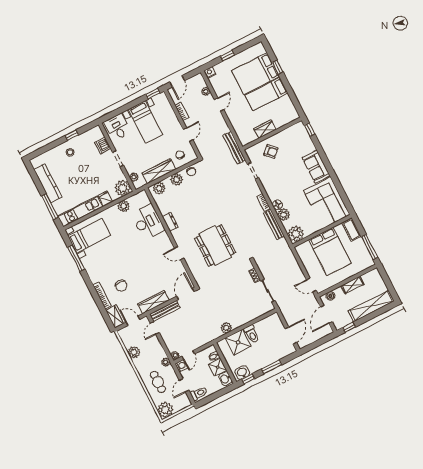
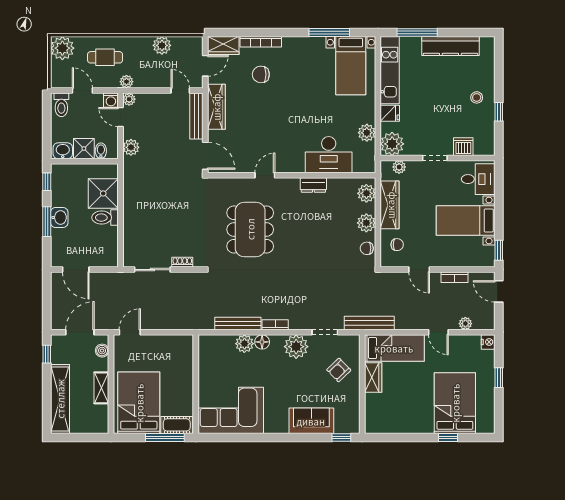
bed: (266, 94) -> (394, 348), moved, turned 90
sofa: (316, 167) -> (311, 421), moved
plant: (296, 234) -> (296, 347), moved
dining table: (215, 245) -> (250, 229), turned 90
window: (370, 247) -> (165, 437), moved
bed: (330, 251) -> (139, 403), moved, turned 90
door: (326, 314) -> (80, 332), hinge flipped
plant: (226, 328) -> (131, 147), moved
washbasin: (242, 373) -> (59, 218), moved

